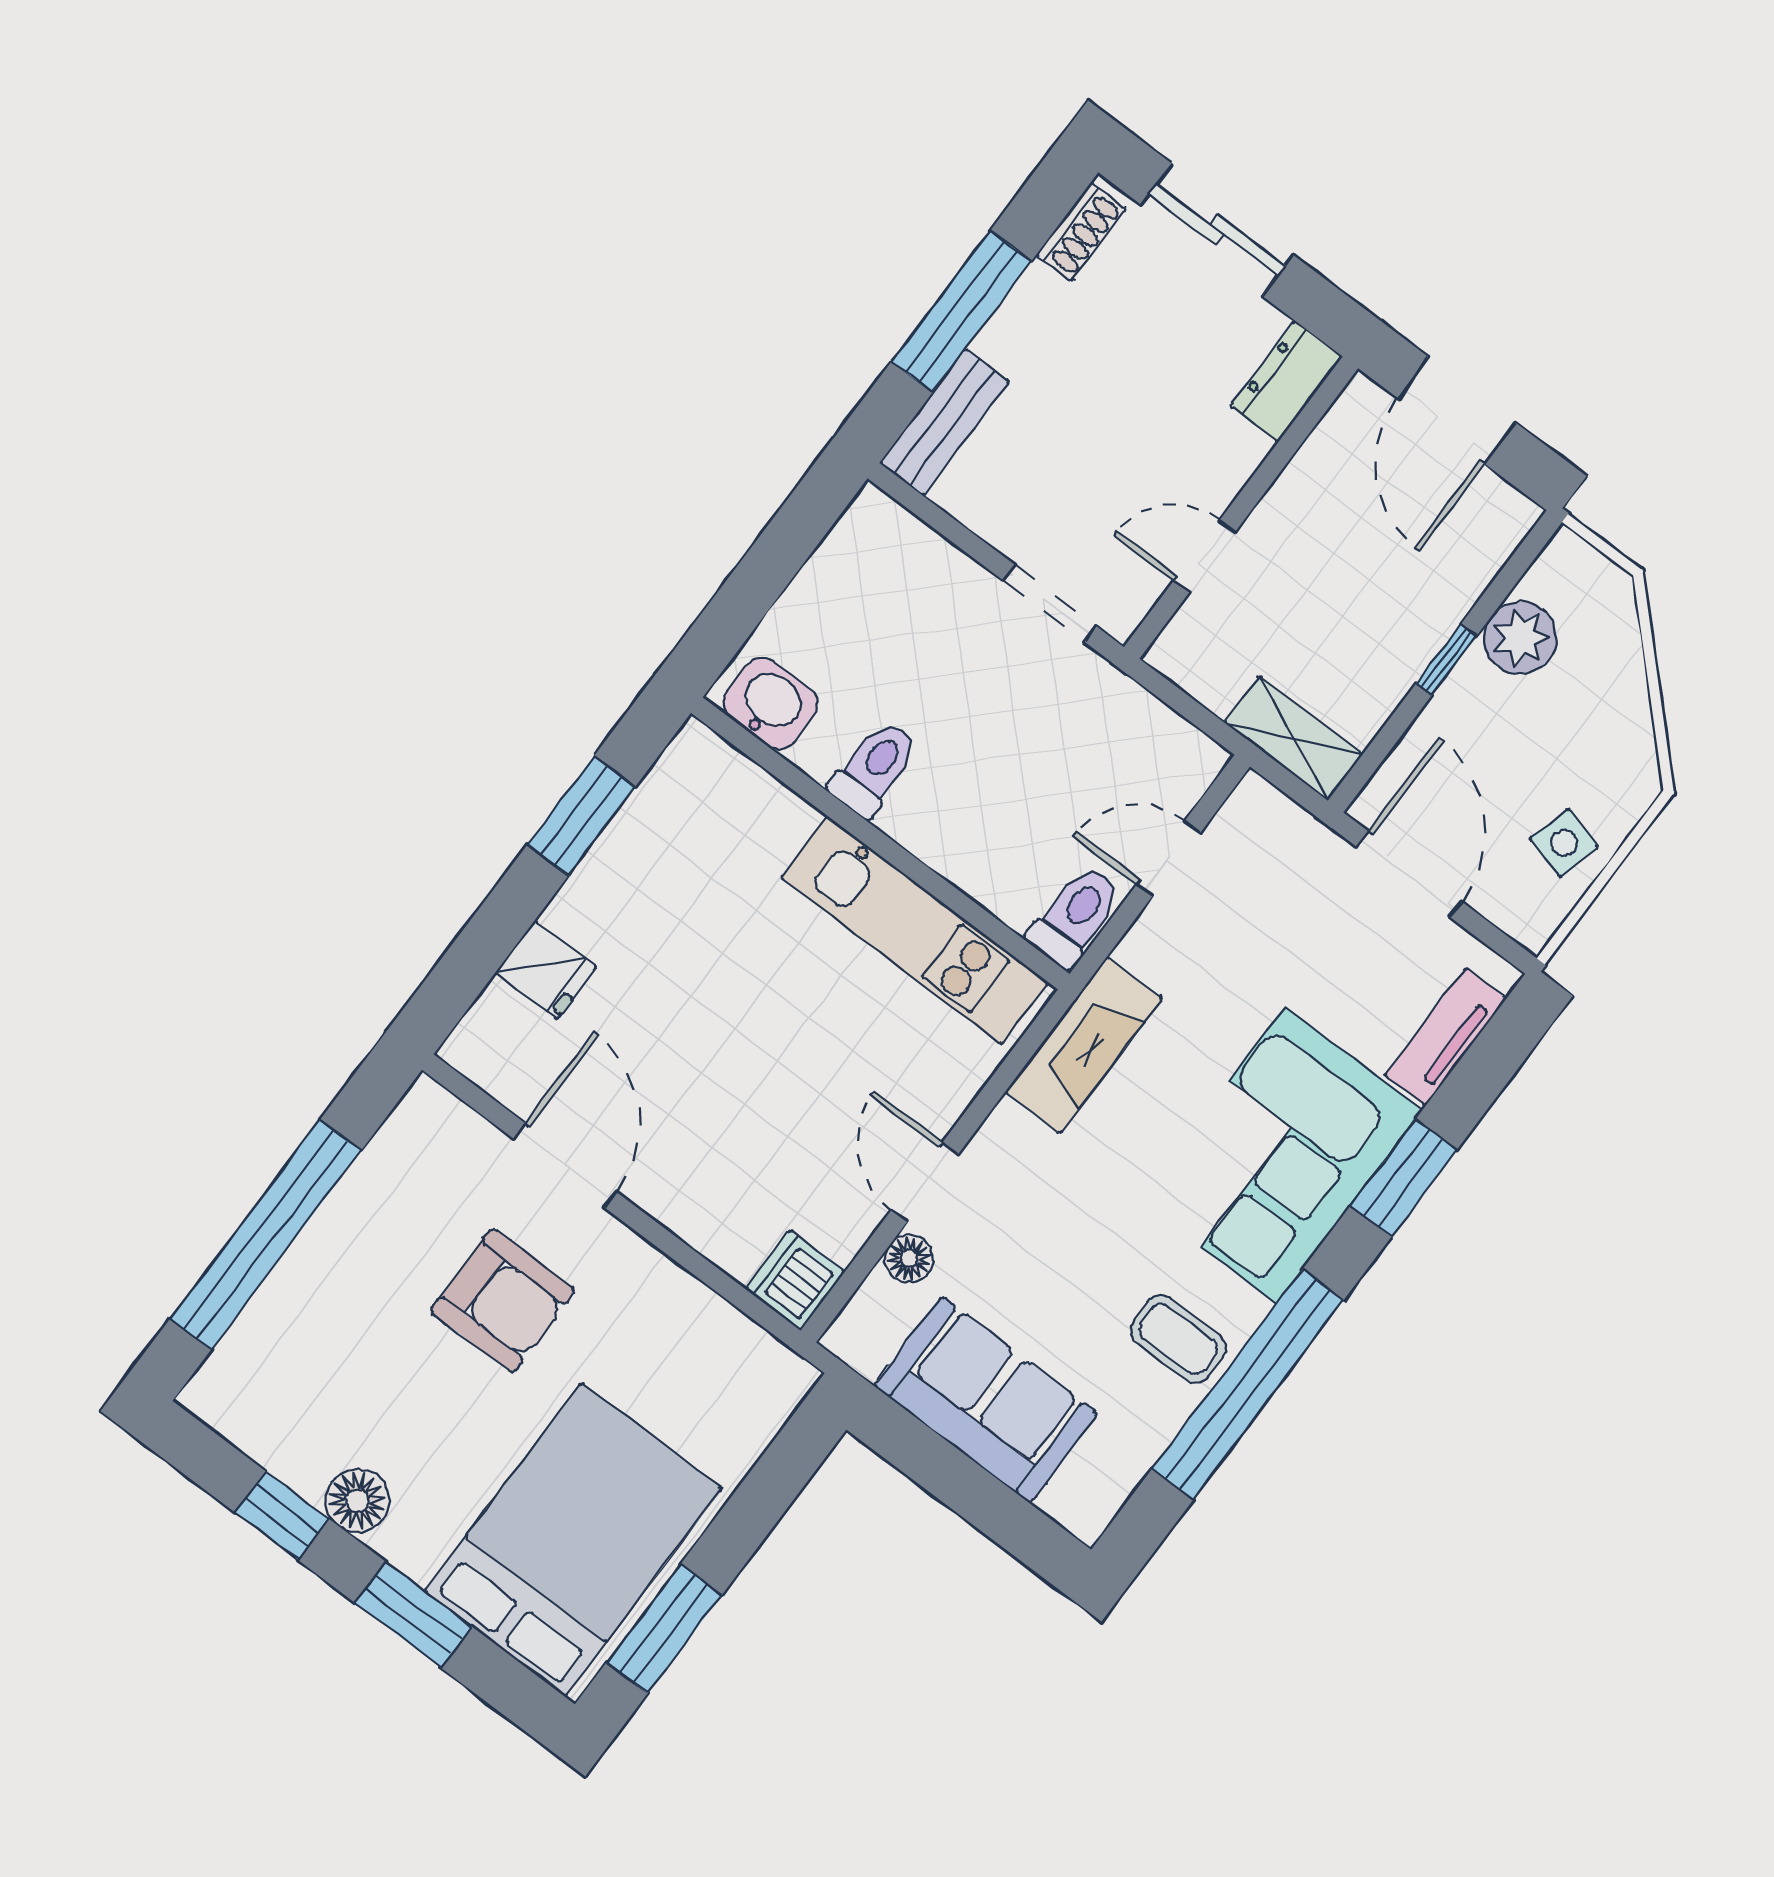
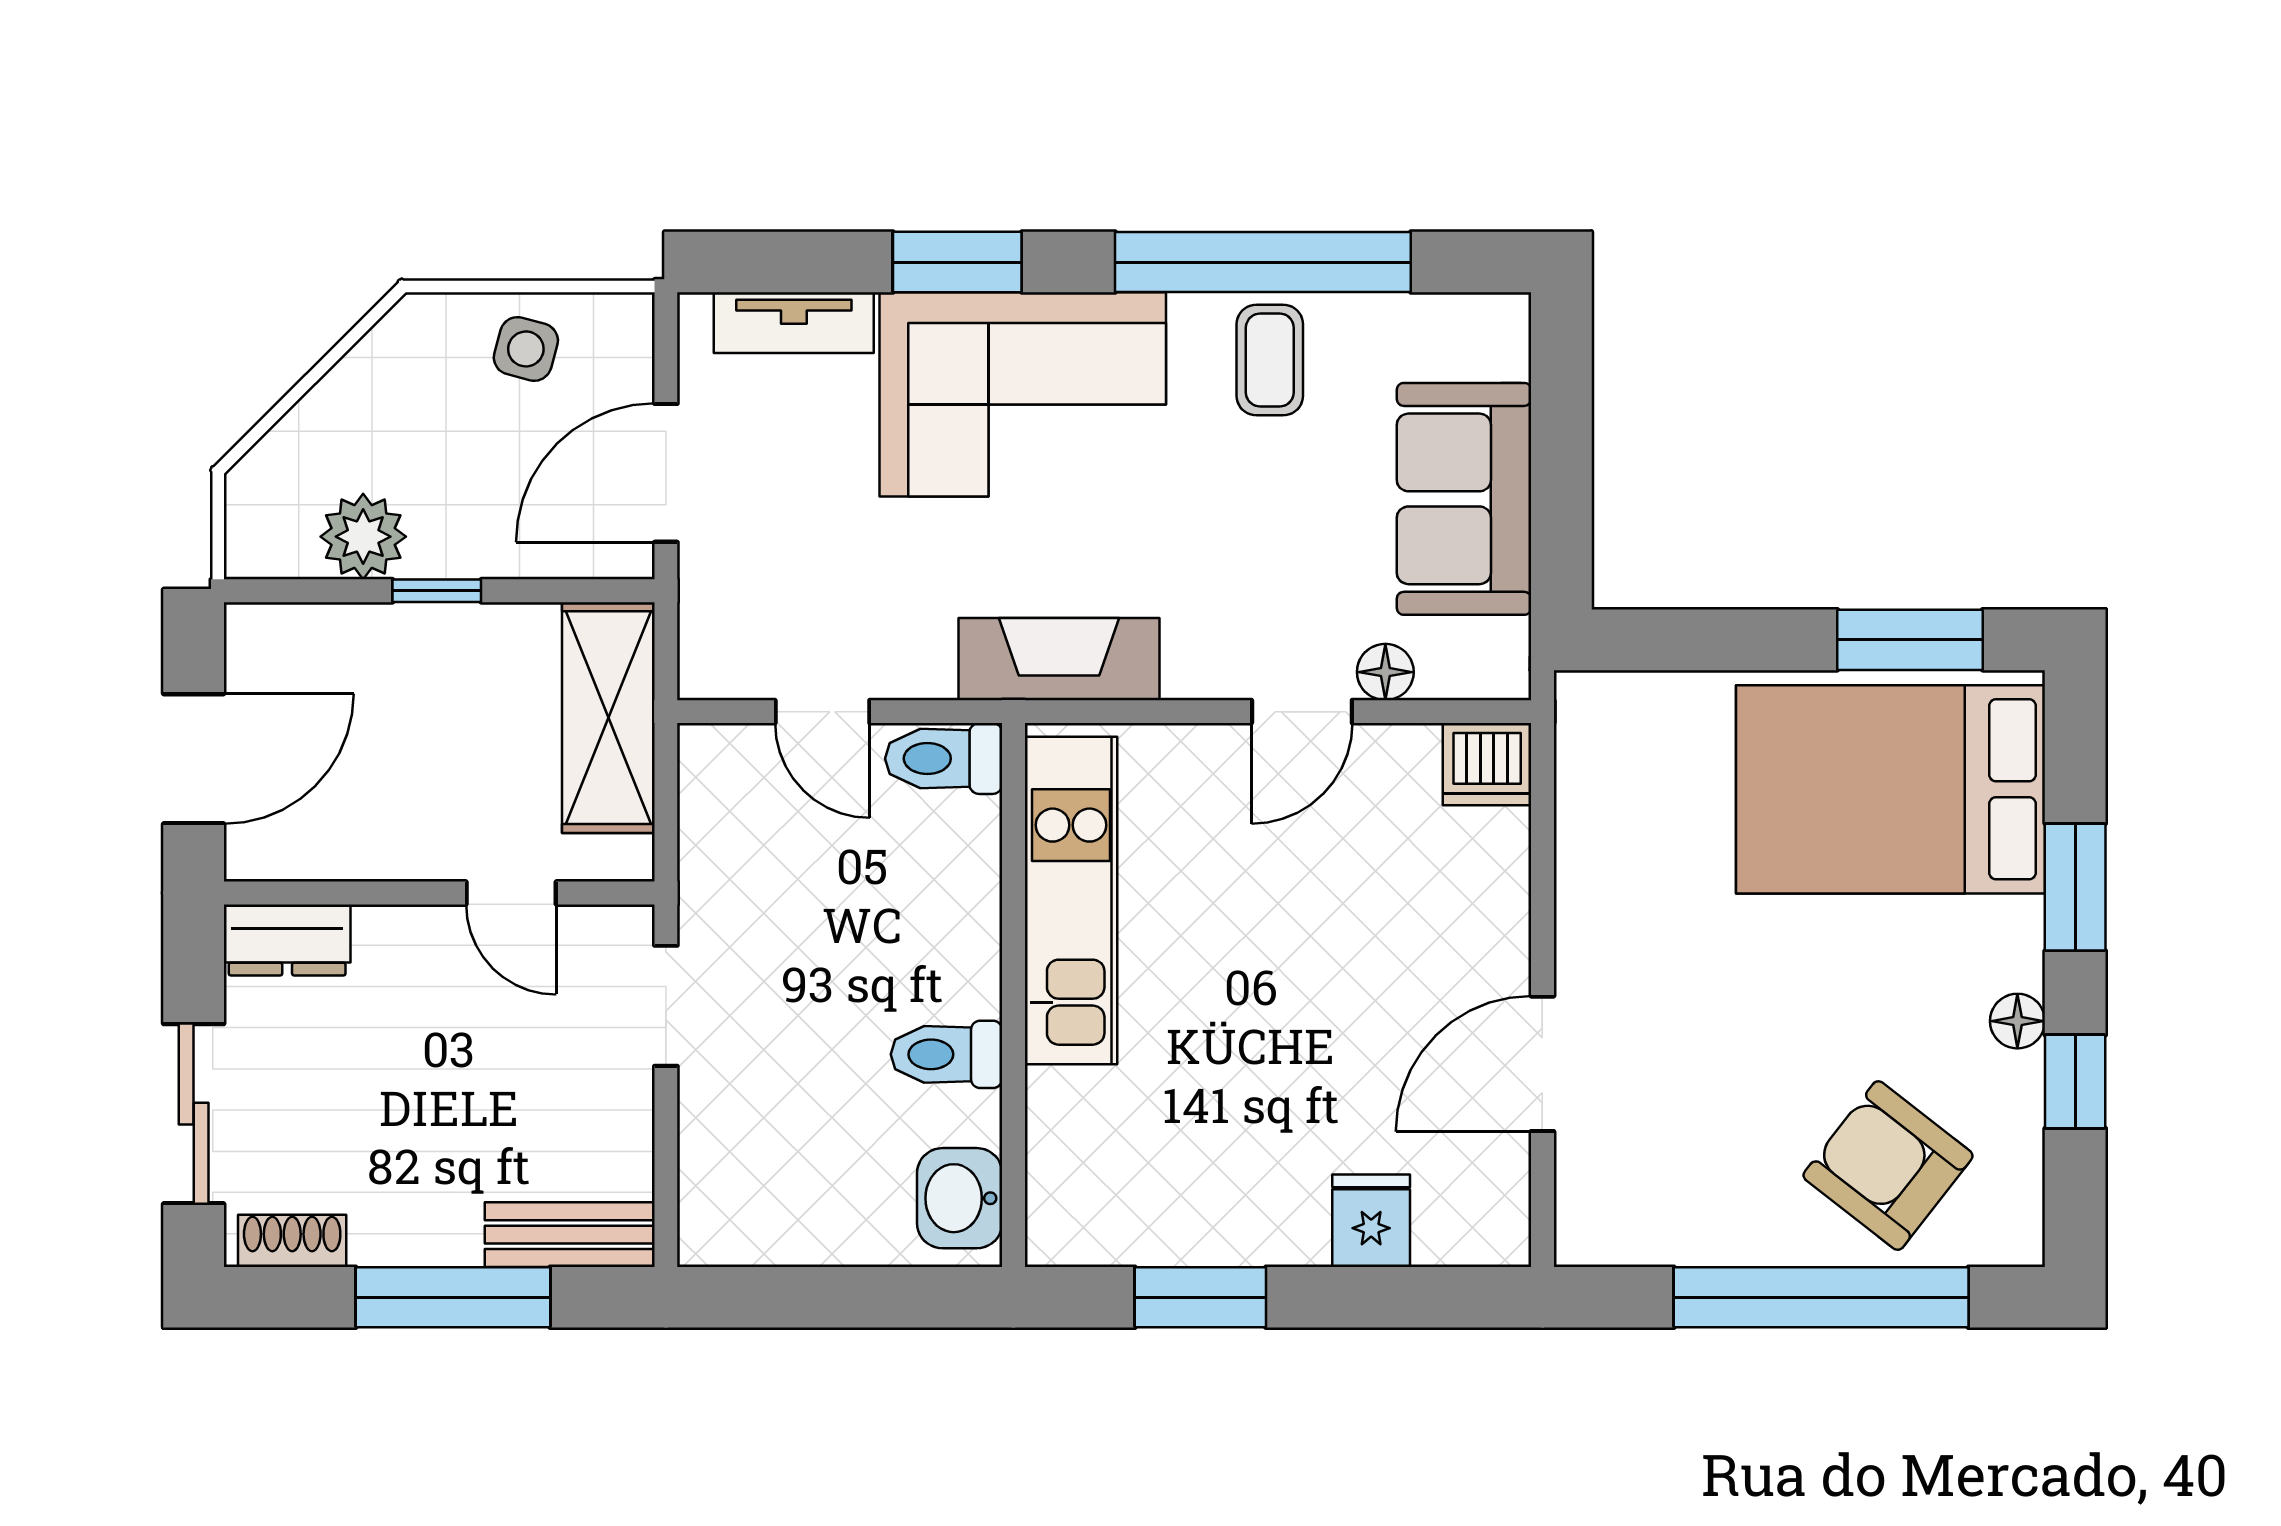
shelving: (1293, 738) -> (608, 718), width x1.50, depth x1.33
armchair: (503, 1301) -> (1888, 1166), moved, turned -52
floor lamp: (357, 1501) -> (2017, 1021), width x0.73, depth x0.73

